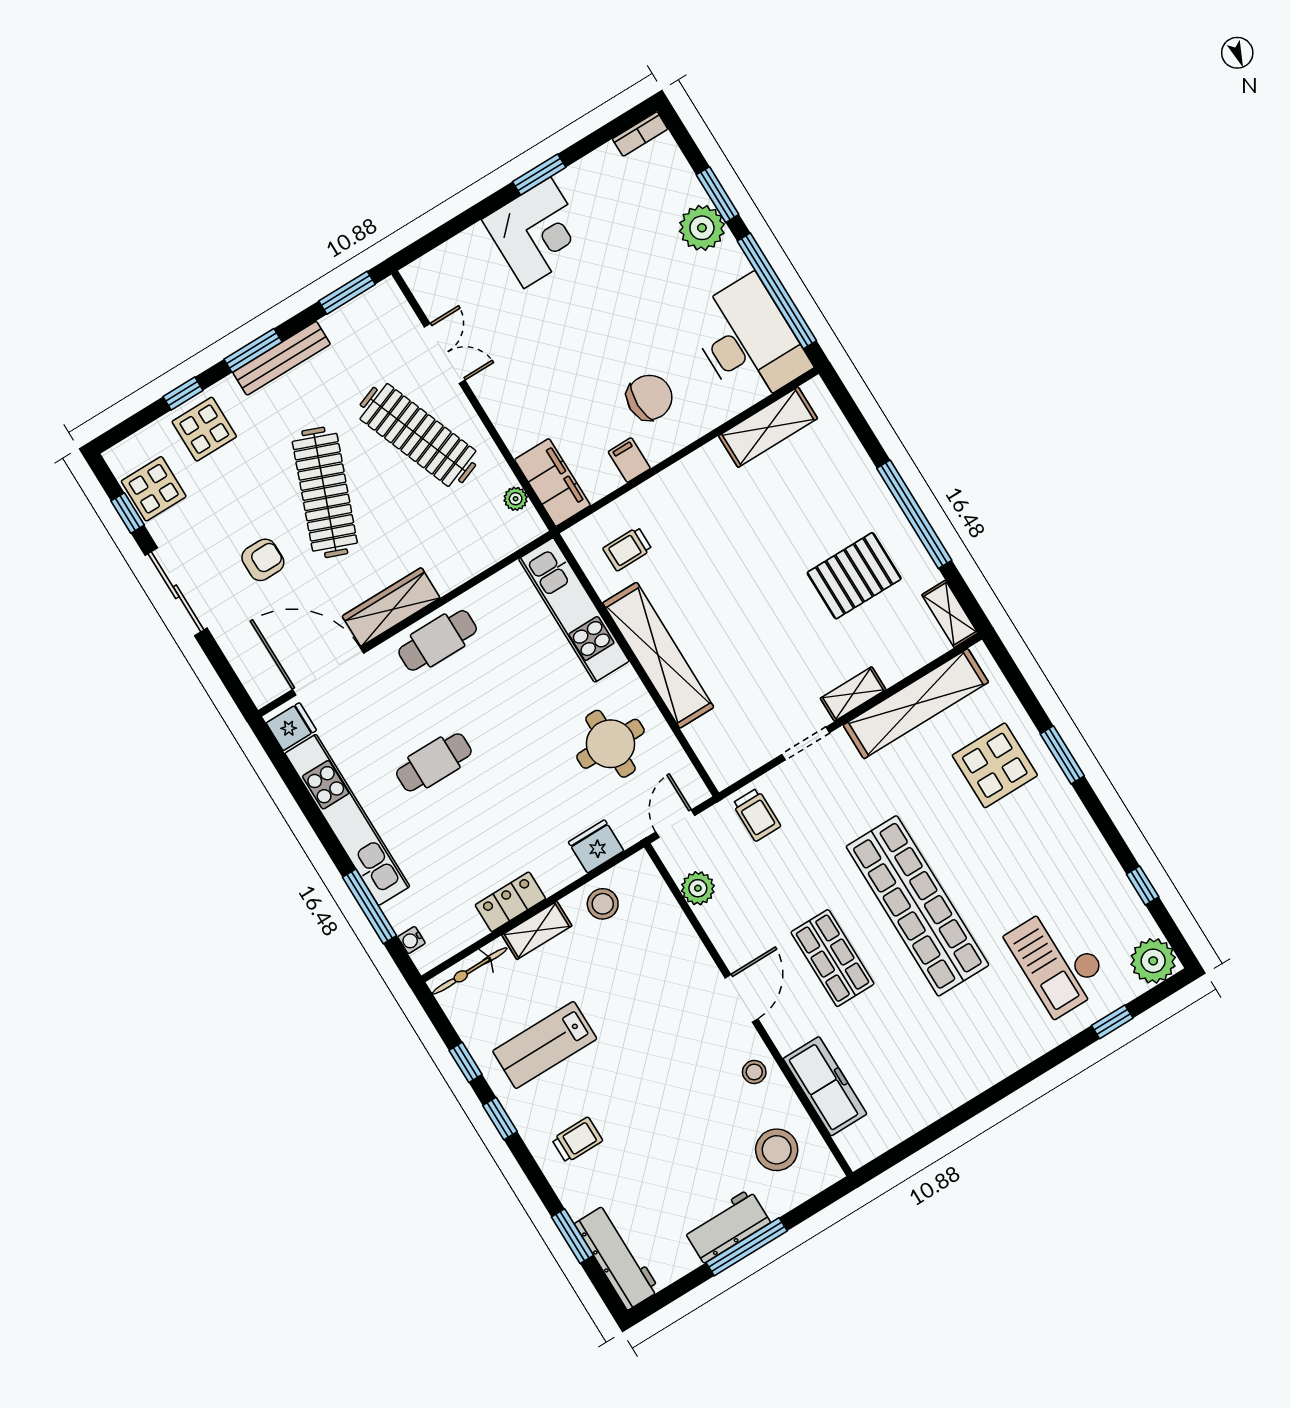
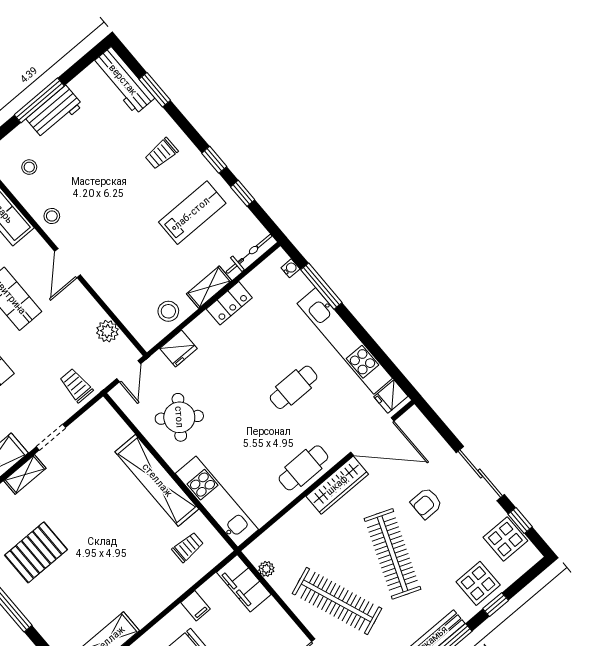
round table: (610, 744) -> (179, 417), turned 36
stool: (777, 1150) -> (29, 167), width x0.53, depth x0.53

